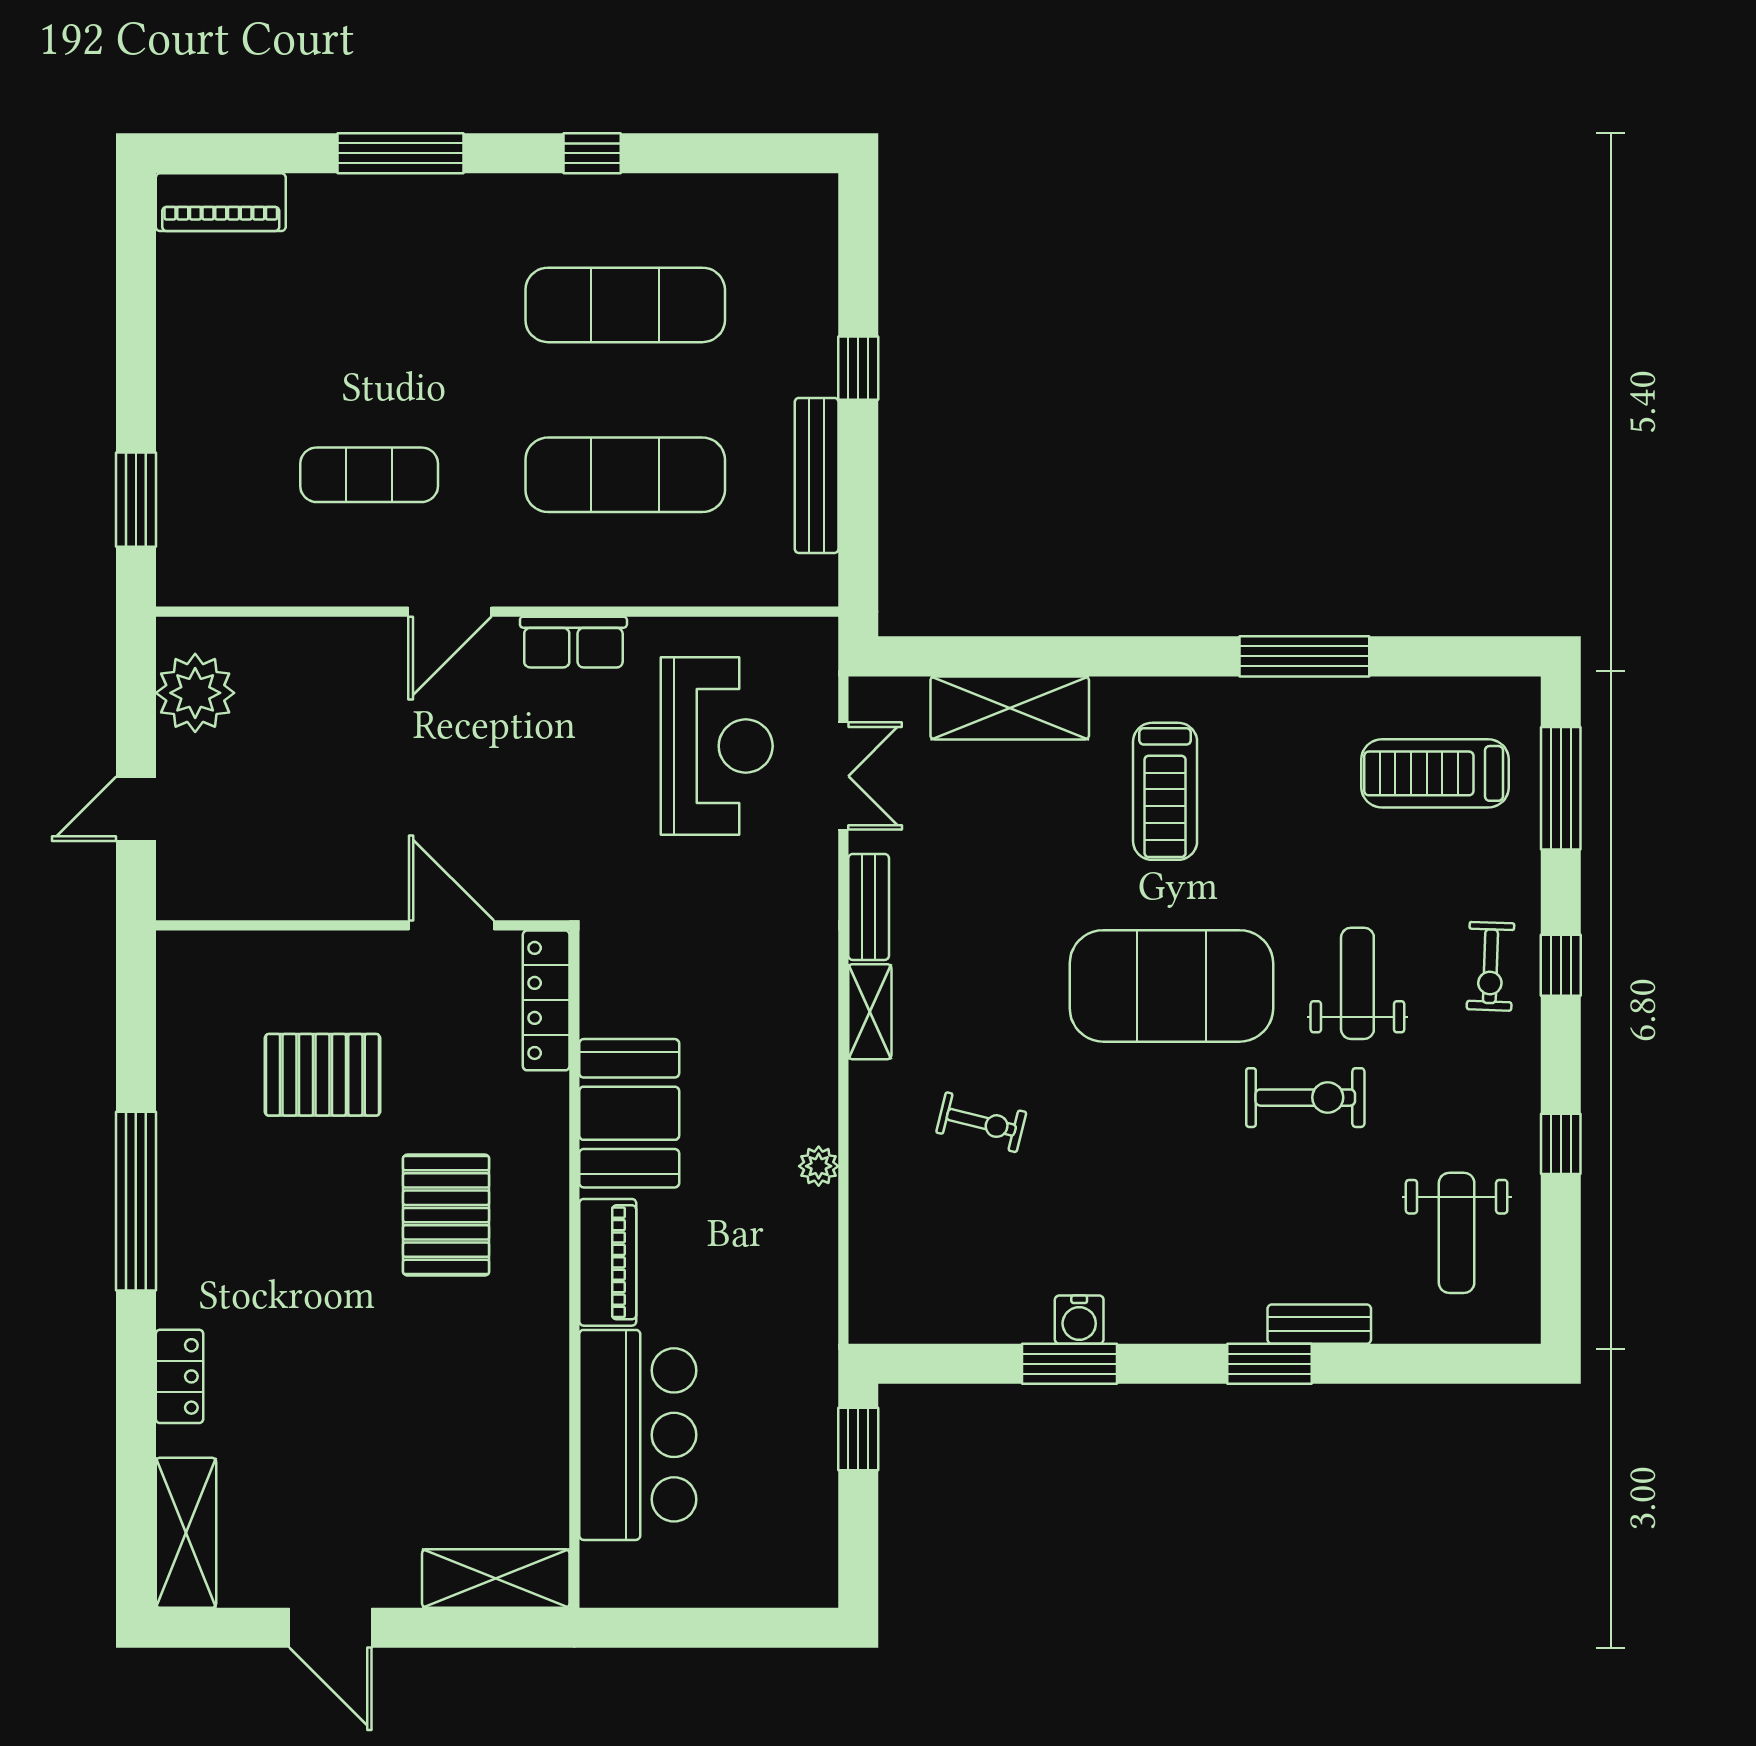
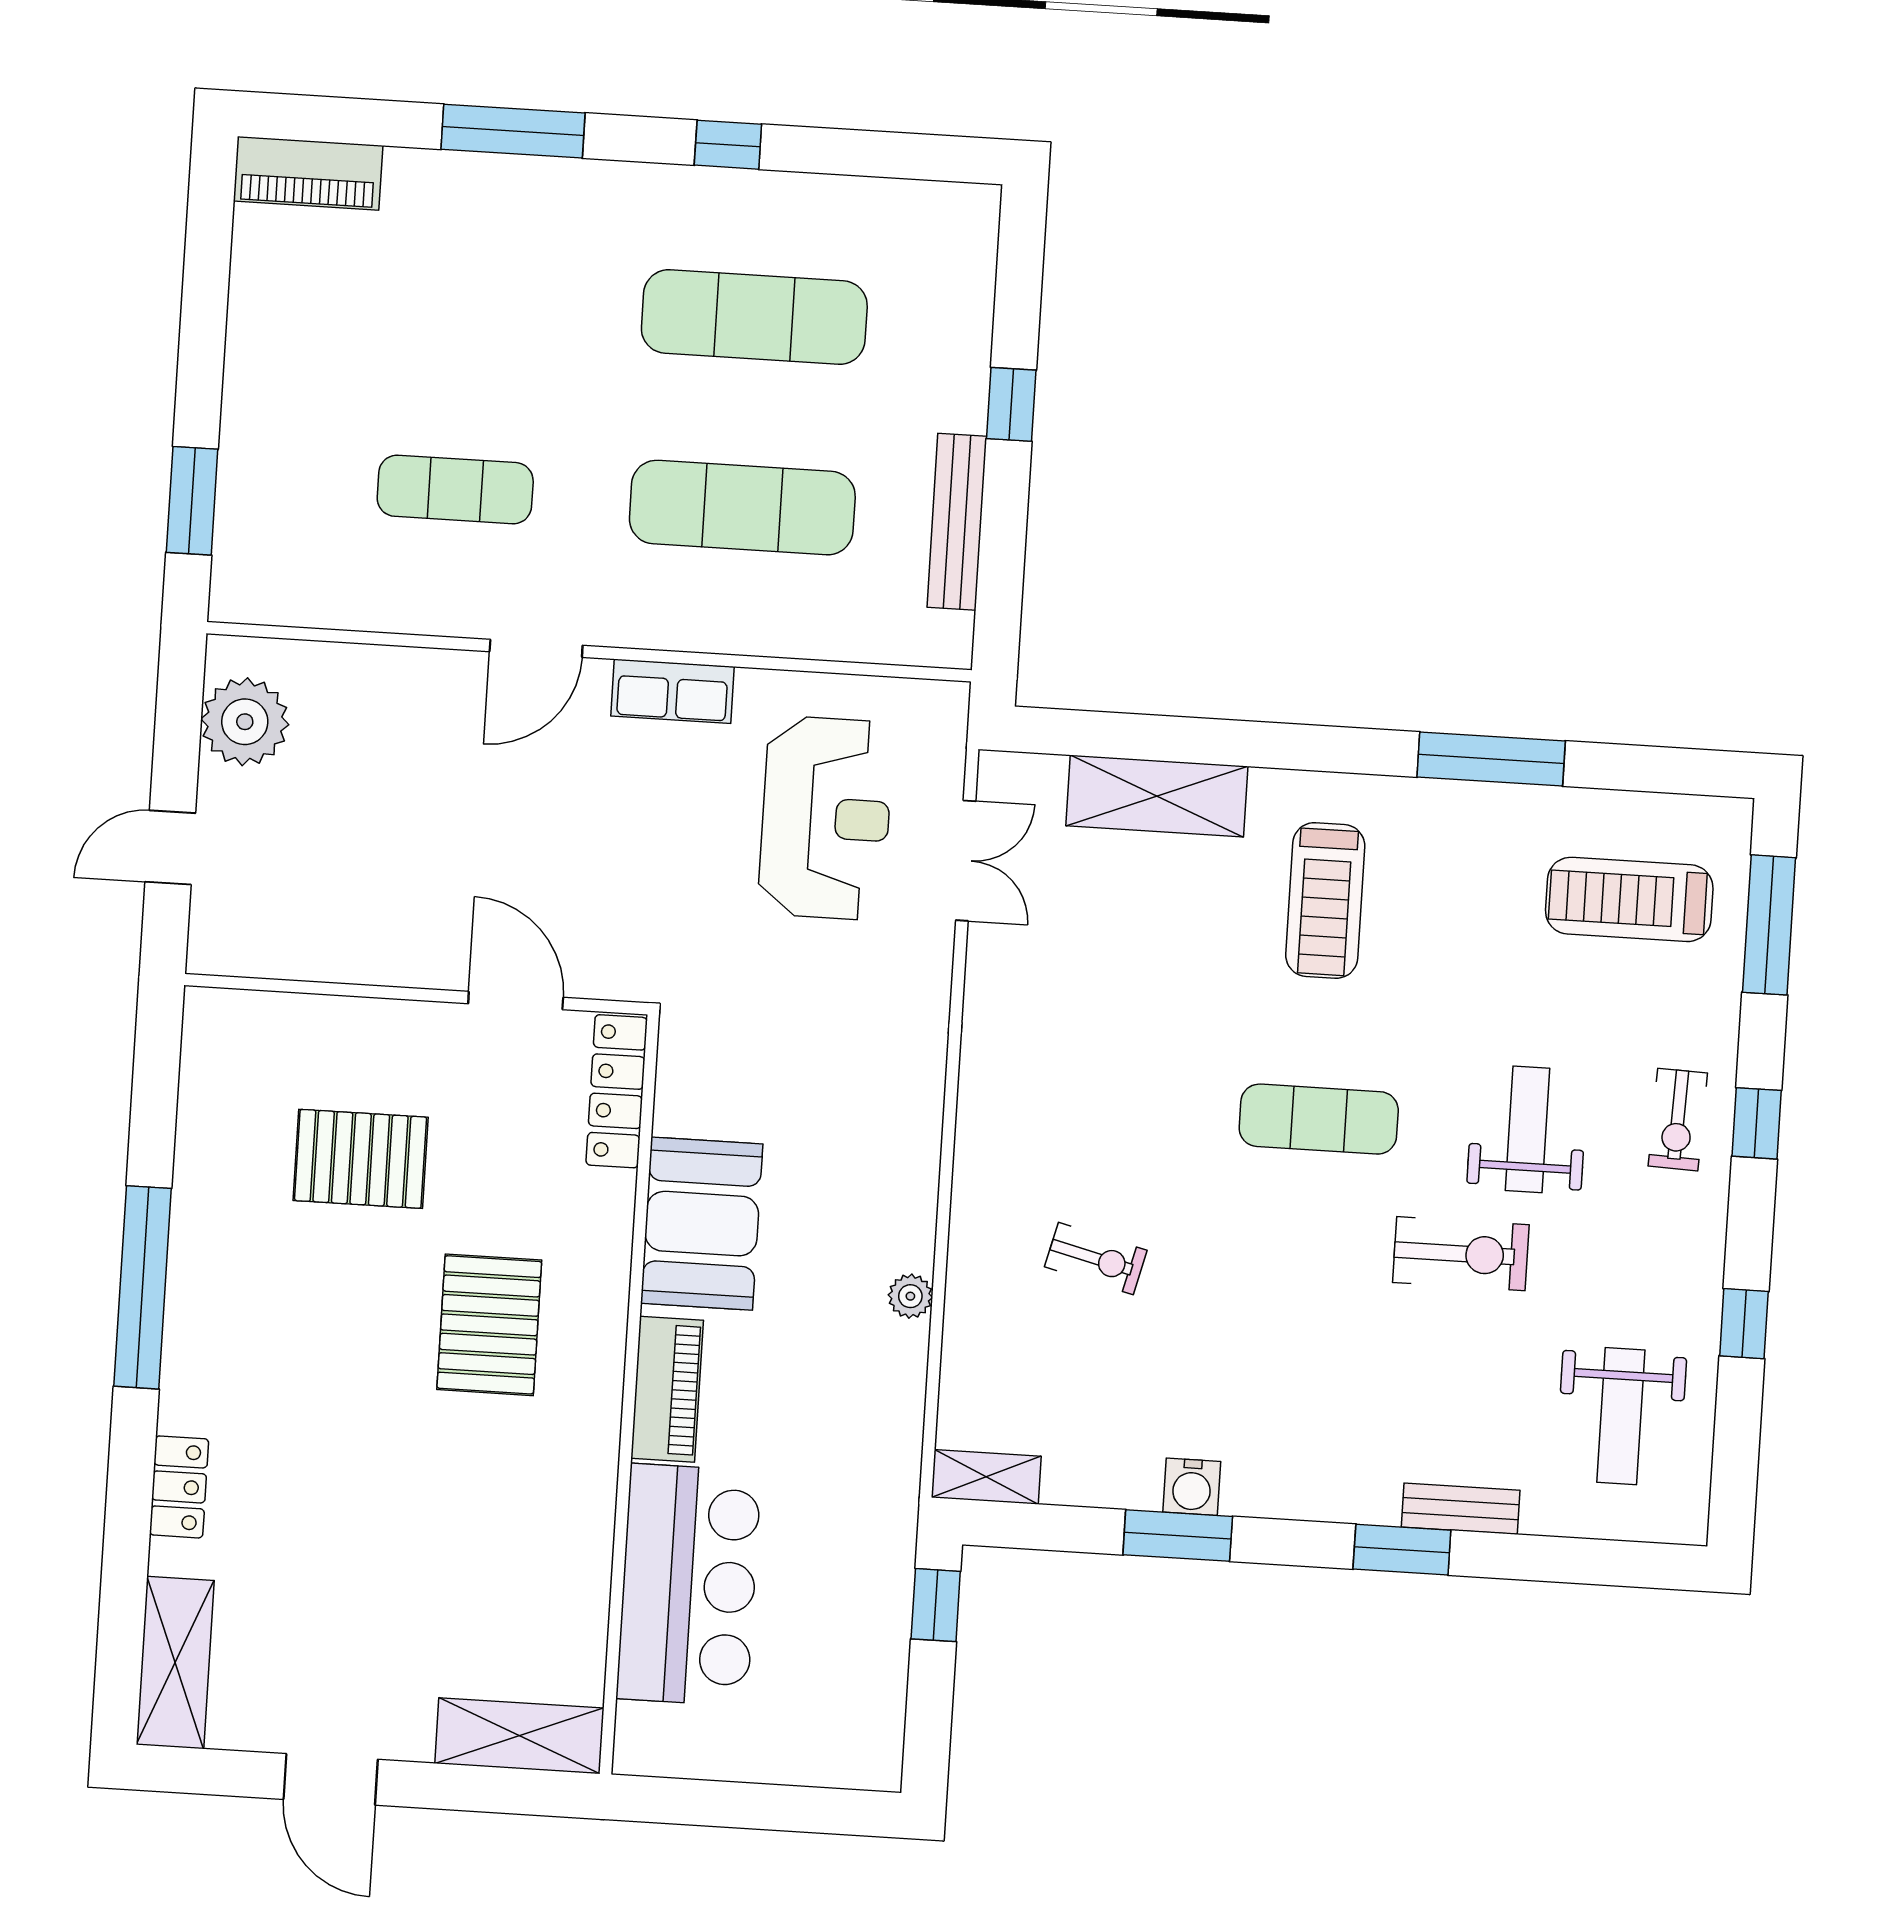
bench: (869, 907) -> (985, 1009), removed
exercise mat: (1171, 986) -> (1319, 1119), width x0.50, depth x0.69
shelving: (870, 1012) -> (986, 1477), moved, turned 90

